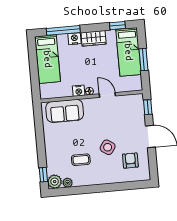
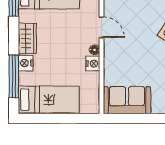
door: (107, 95) -> (101, 27), swing flipped
sofa: (65, 111) -> (127, 100), moved, turned -90

